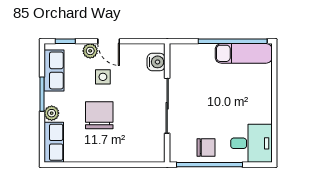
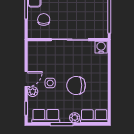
water cooler: (156, 62) -> (101, 47), moved
chair: (206, 147) -> (44, 19), moved

